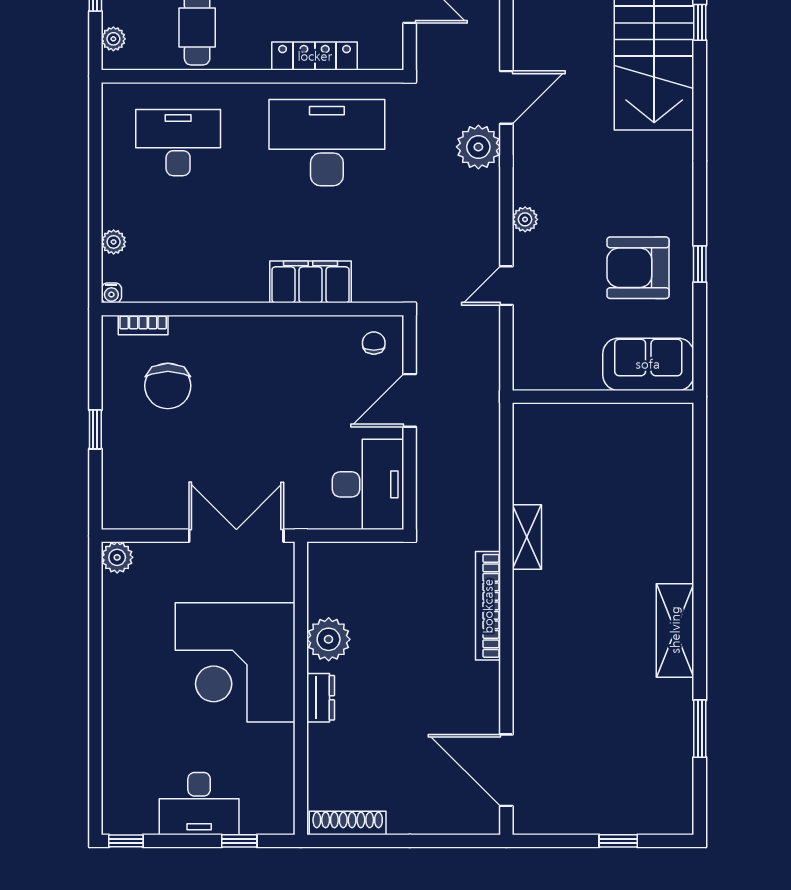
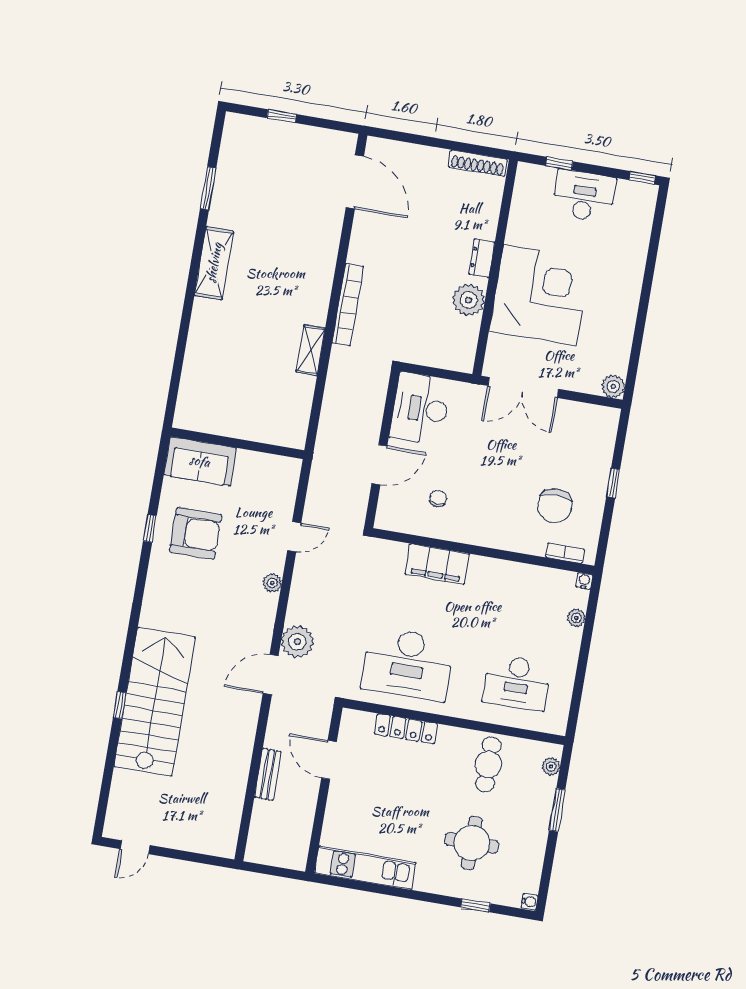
chair: (374, 343) -> (438, 498), moved, turned 180
chair: (168, 386) -> (555, 506), turned 180

